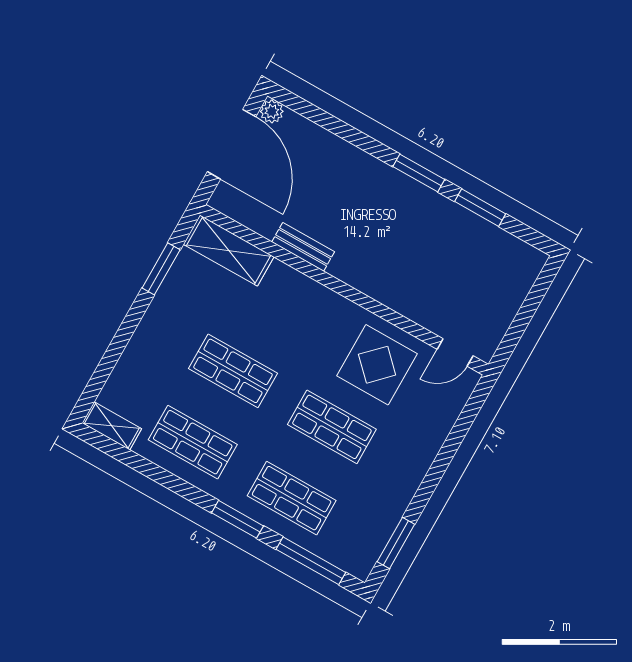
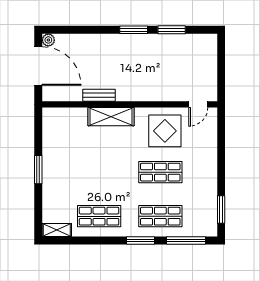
shelving: (229, 250) -> (111, 117), moved
window: (161, 269) -> (38, 170), moved
shop shelf: (233, 371) -> (99, 172), removed

